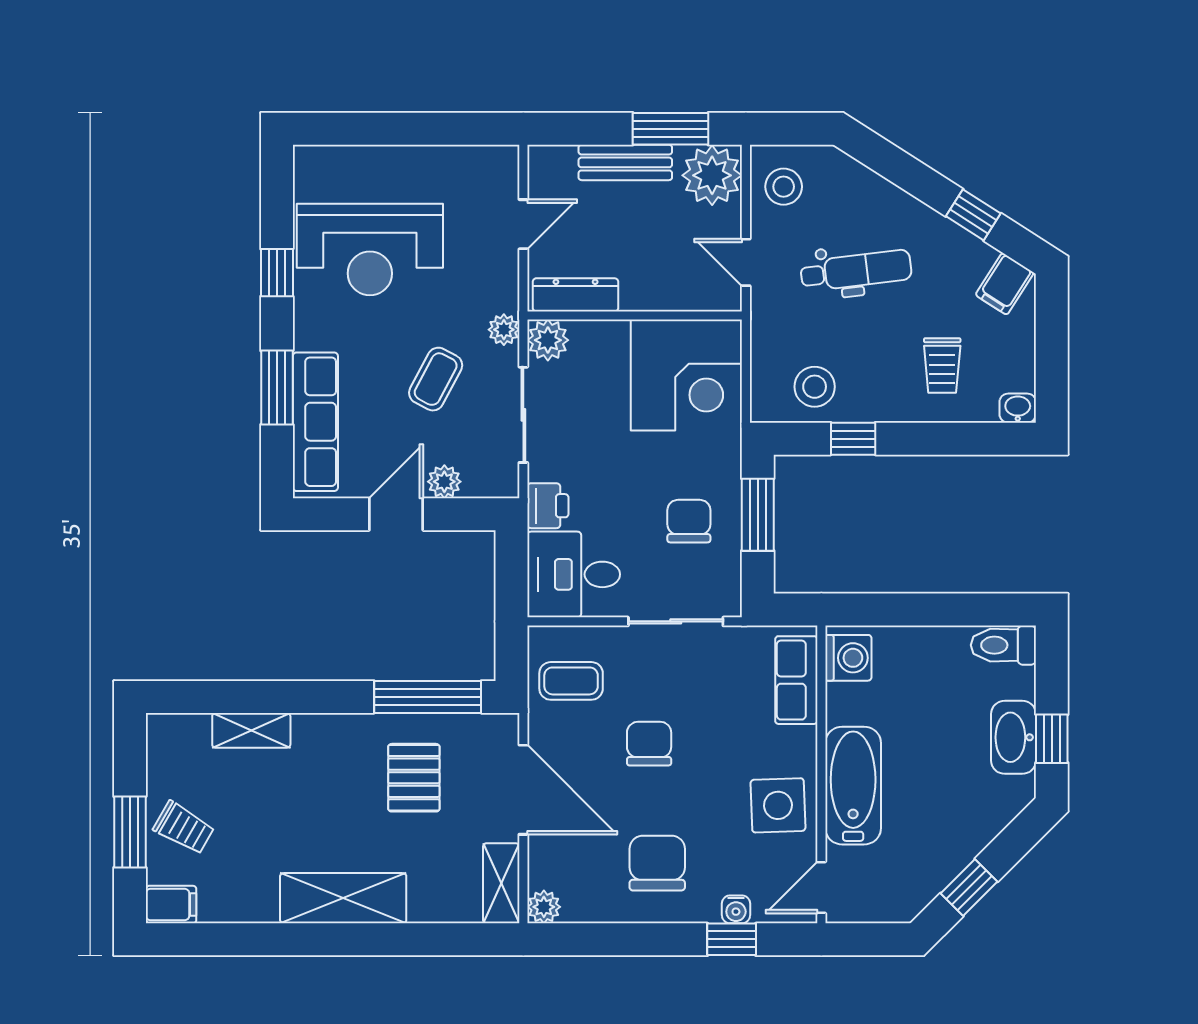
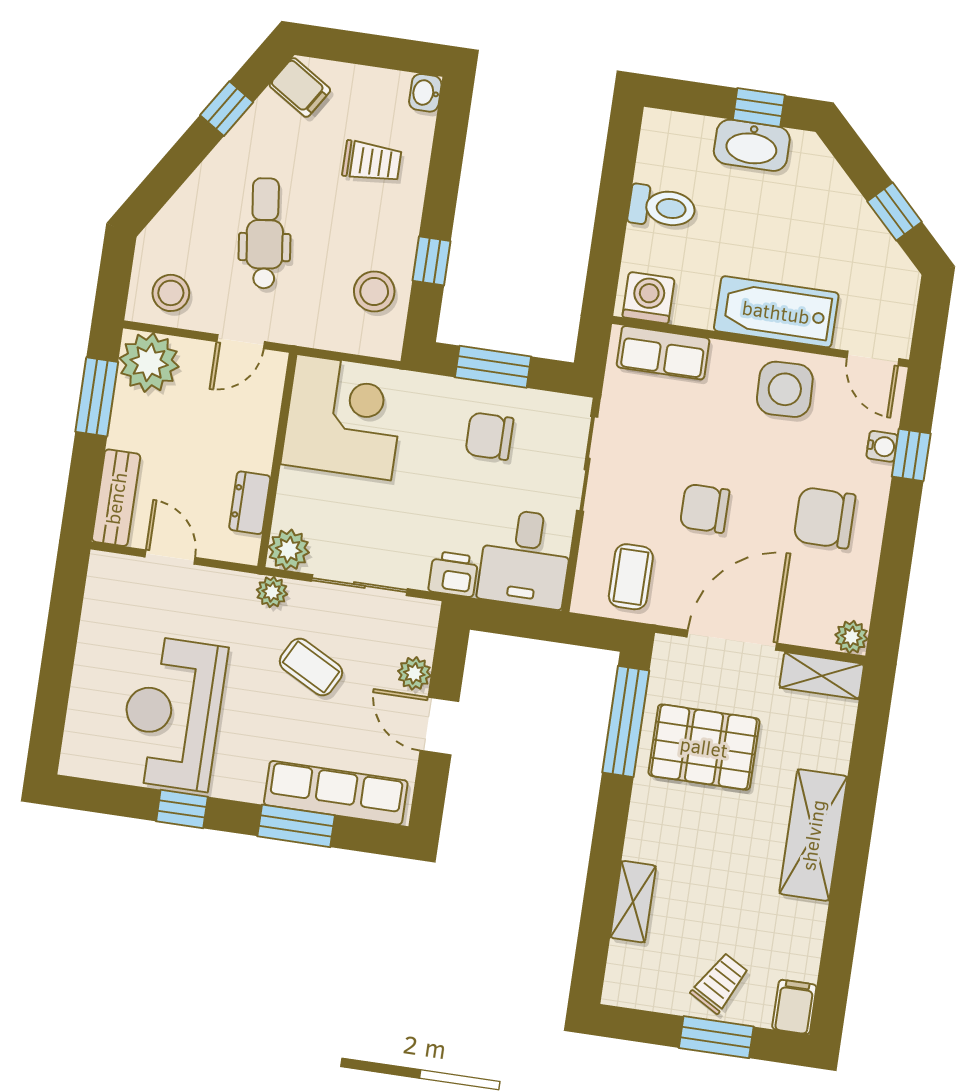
bench: (625, 162) -> (116, 498), moved
reception desk: (370, 249) -> (173, 713), turned 180
dresser: (576, 295) -> (250, 503), width x0.70
toilet: (1003, 645) -> (662, 207), moved, turned -90
pallet: (414, 778) -> (704, 747), width x1.50, depth x1.42

